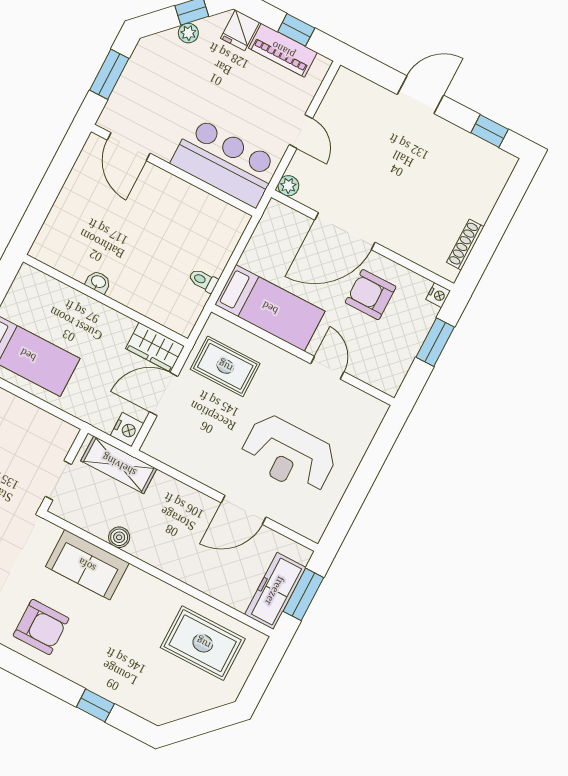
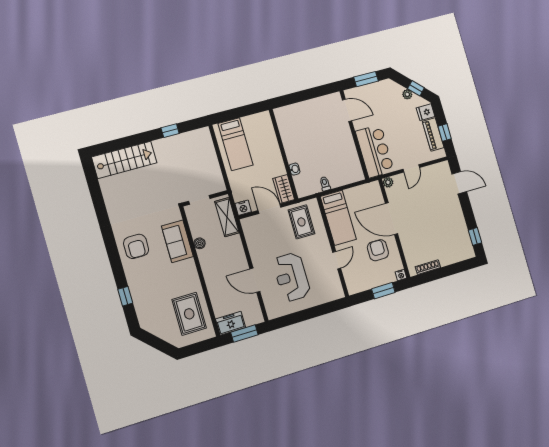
door: (420, 95) -> (459, 183), moved
door: (129, 147) -> (347, 110), swing flipped
washbasin: (98, 282) -> (295, 169), moved
freezer: (275, 591) -> (231, 323), width x0.71

